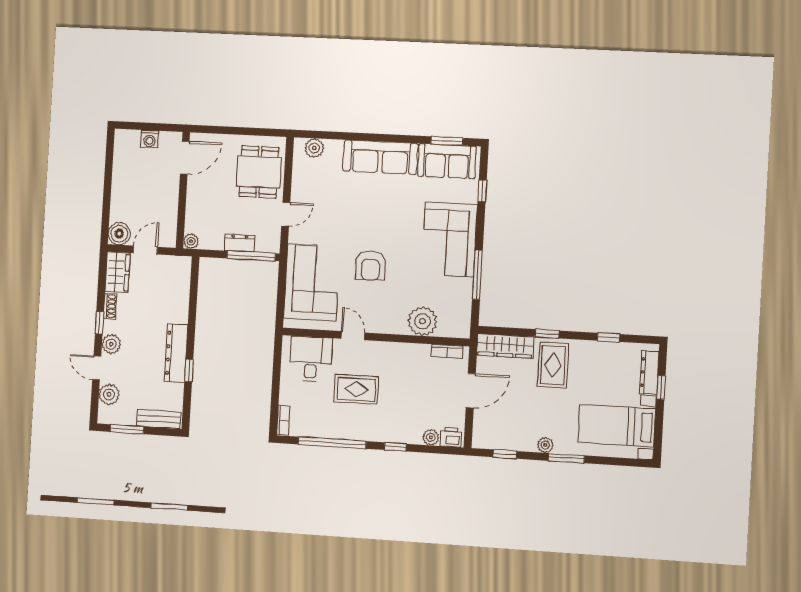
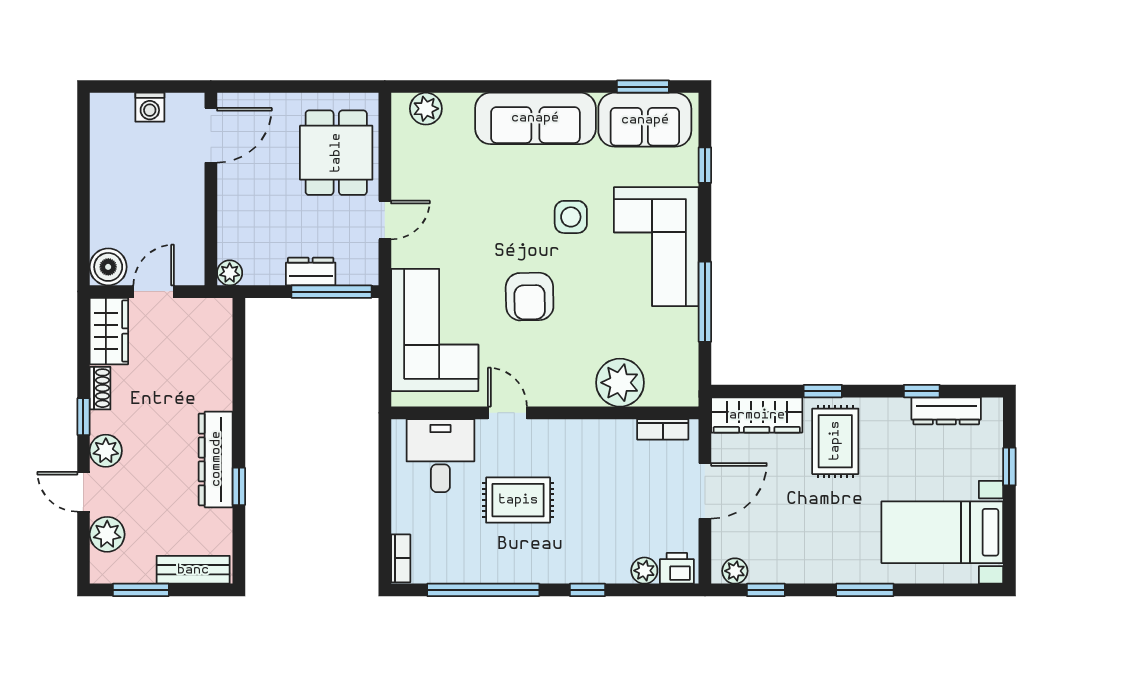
side table: (398, 218) -> (571, 217), added
dresser: (649, 372) -> (946, 411), moved, turned -90
plant: (545, 445) -> (735, 571), moved

